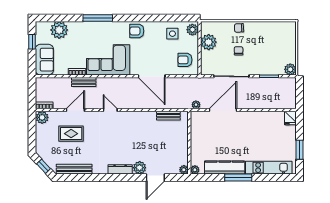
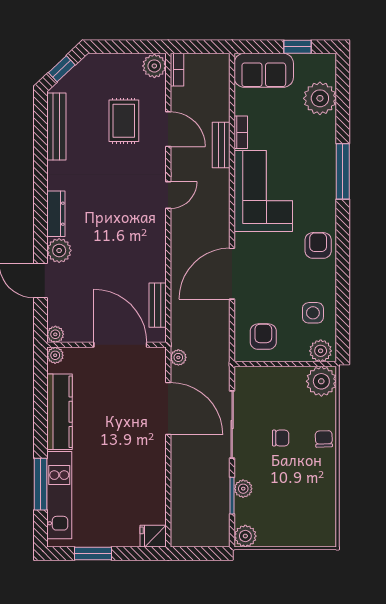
plant: (209, 42) -> (321, 381), moved
plant: (265, 70) -> (243, 489), added
door: (189, 135) -> (120, 345), added
window: (238, 178) -> (41, 484), moved

